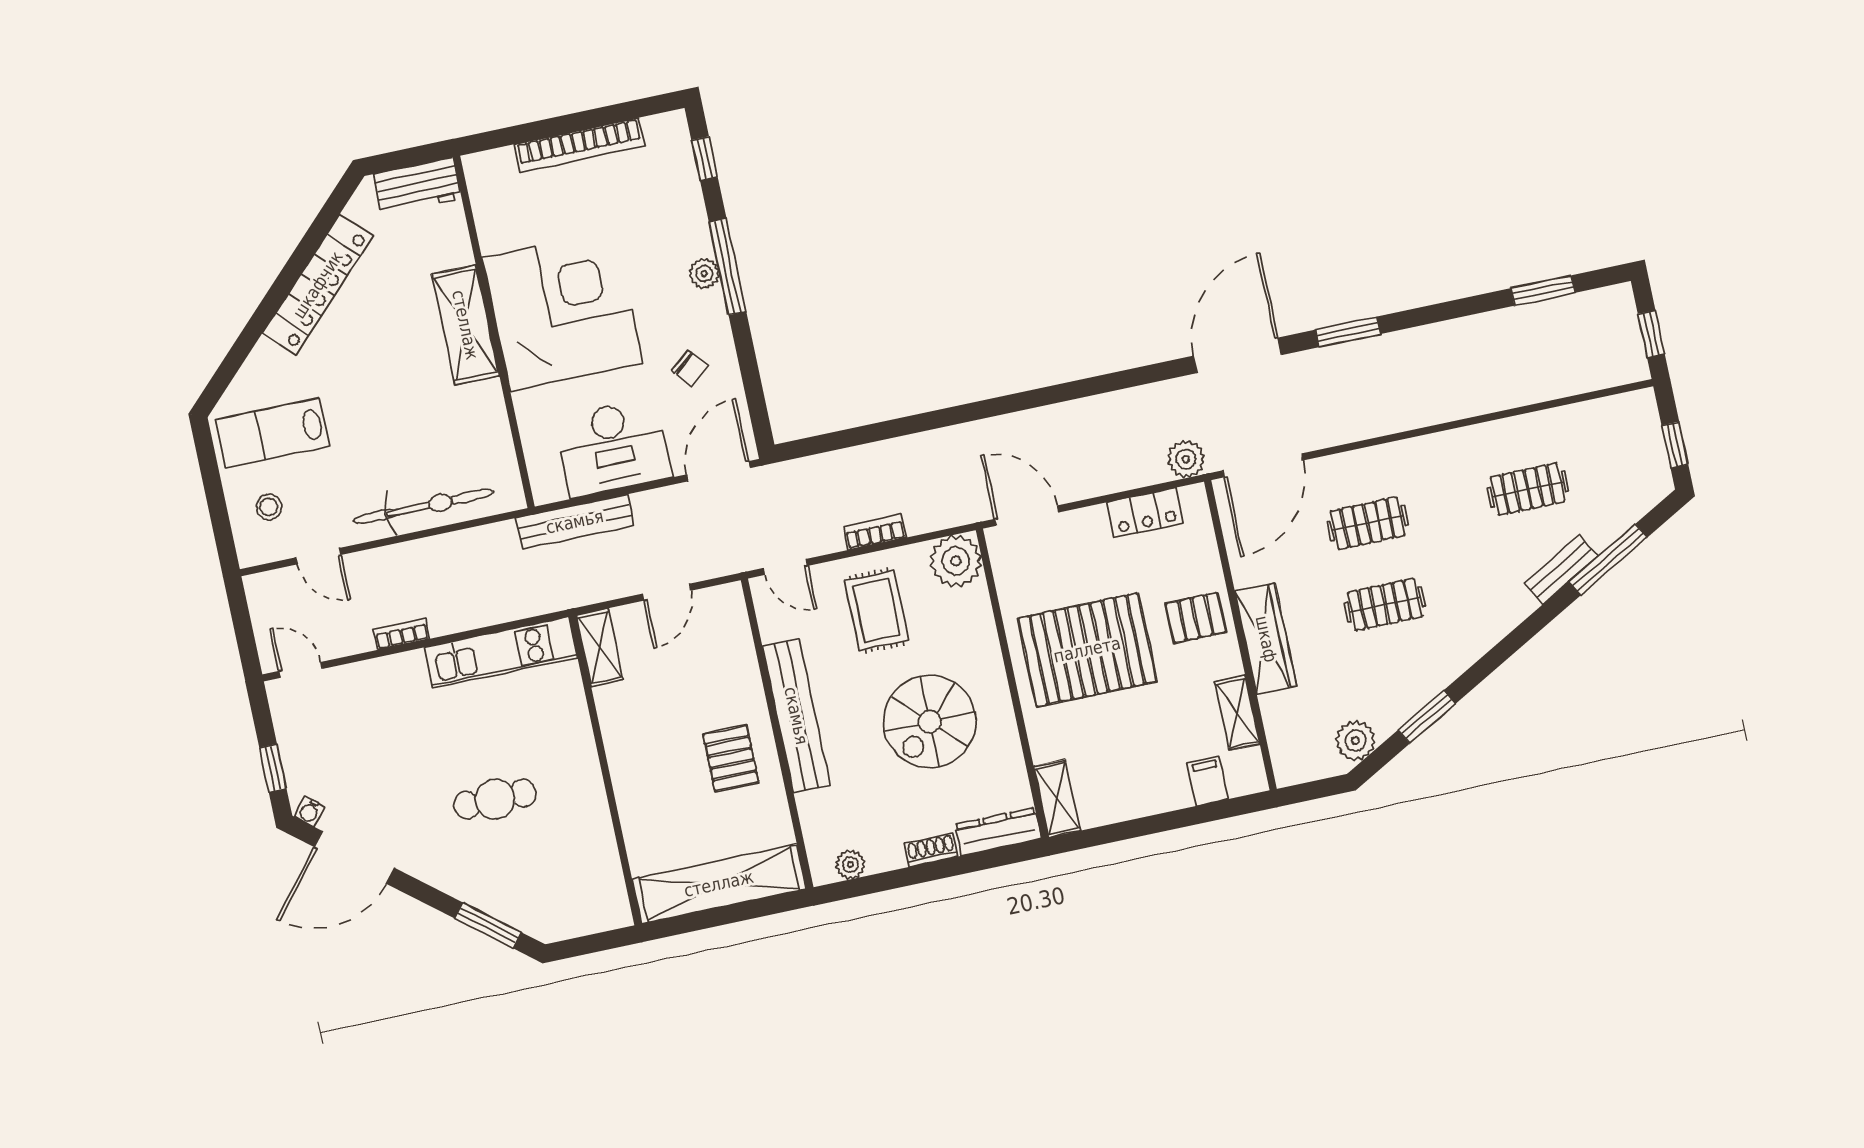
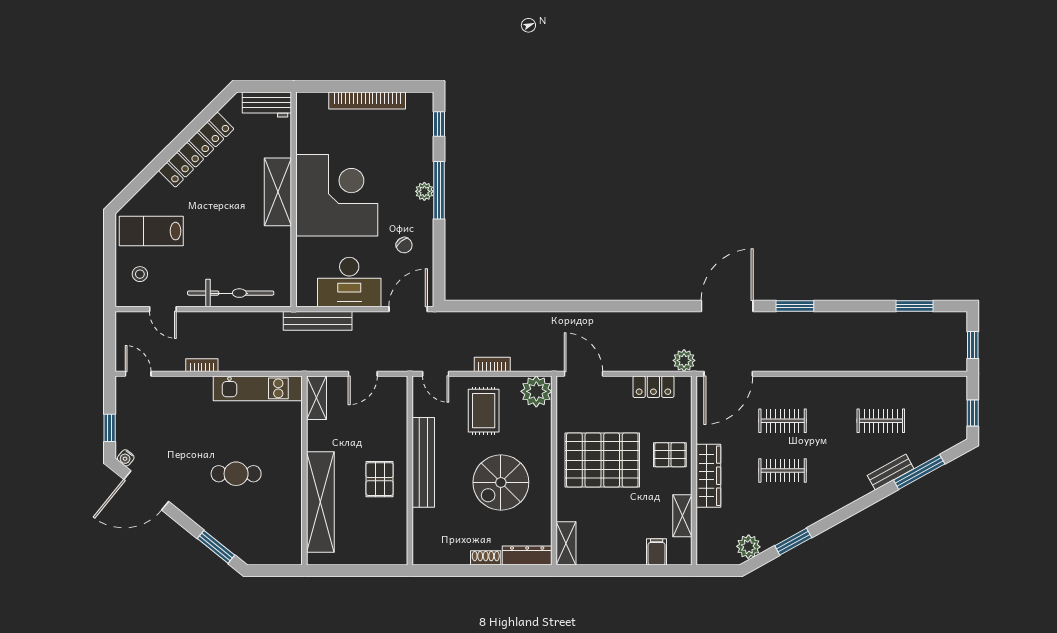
plant: (850, 865) -> (436, 556), removed
shelving: (719, 884) -> (320, 502), moved, turned 90

